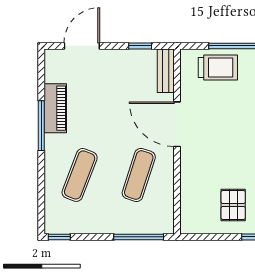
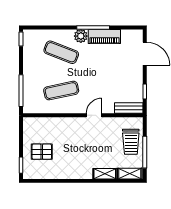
door: (177, 124) -> (94, 115), width x0.53
plant: (55, 145) -> (81, 36), added
exercise mat: (139, 175) -> (61, 91), turned -30

